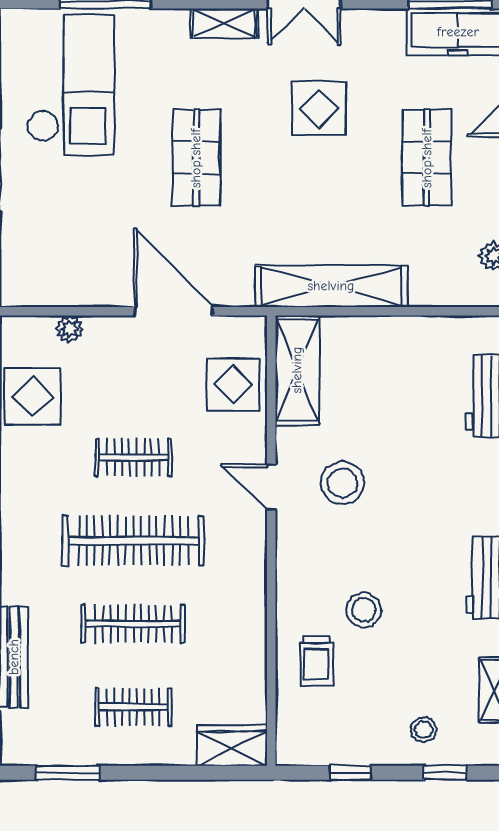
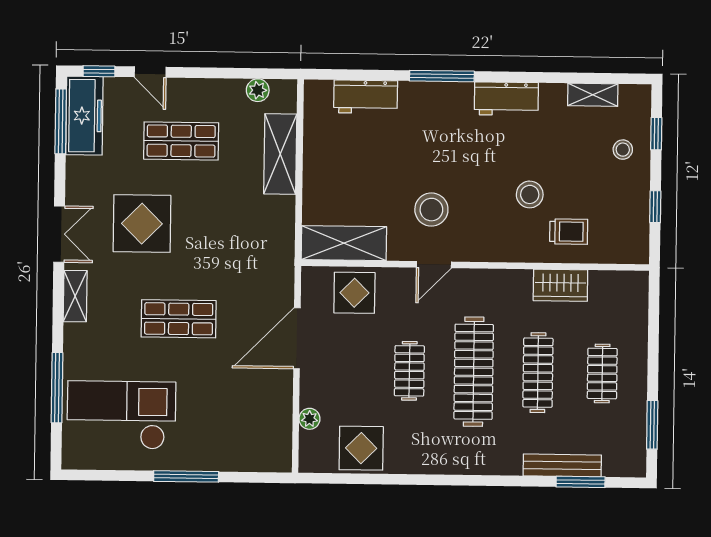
display table: (319, 108) -> (142, 224), width x1.36, depth x1.36
shelving: (331, 286) -> (280, 154), moved, width x0.68
wardrobe: (232, 745) -> (560, 285), moved, turned -90

